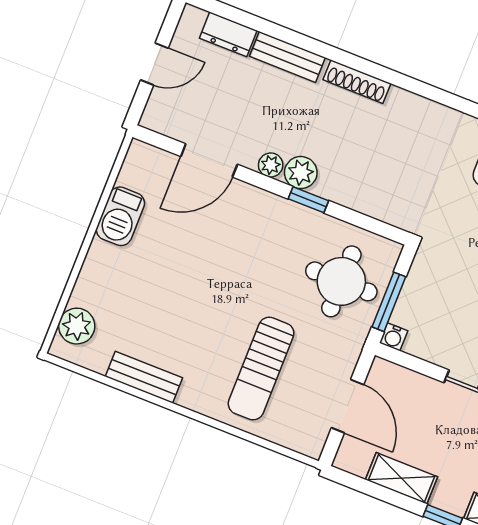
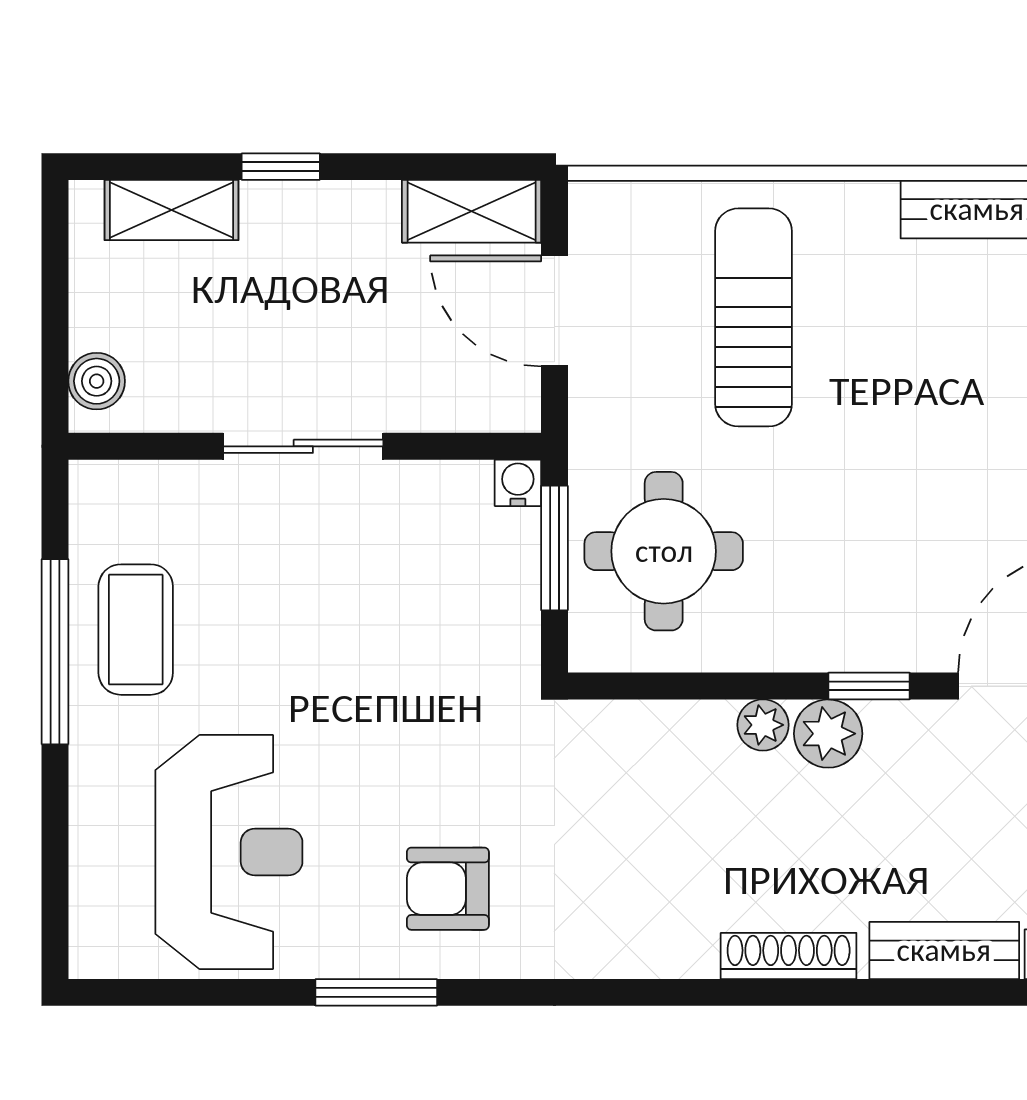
plant: (271, 165) -> (763, 725), moved
window: (308, 200) -> (869, 686), moved
shelving: (402, 478) -> (472, 211), moved

